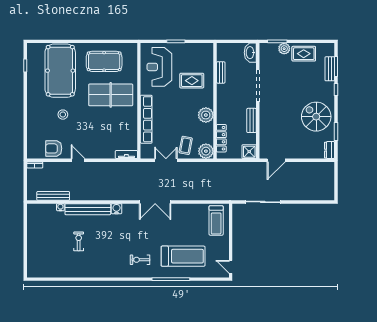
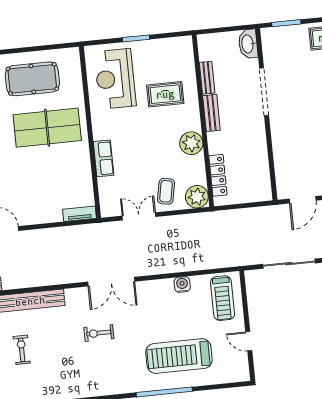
plant: (284, 49) -> (298, 33), removed
row of seats: (146, 119) -> (104, 158), width x0.50
bench: (252, 120) -> (211, 113), moved
shower: (249, 152) -> (261, 191), removed
double door: (155, 202) -> (111, 282), moved
water cooler: (117, 209) -> (182, 285), moved
treadmill: (183, 256) -> (179, 356), turned 180
exercise bike: (140, 260) -> (99, 333), moved
door: (231, 267) -> (249, 341), moved

